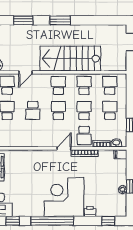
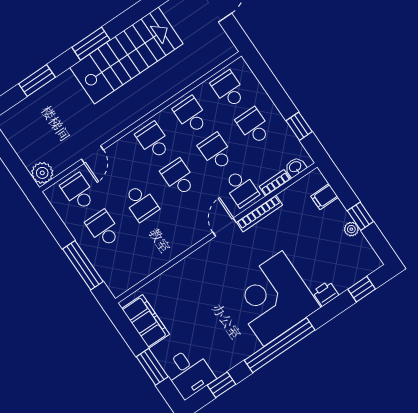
stairs: (70, 59) -> (126, 56), moved, turned 180
filing cabinet: (120, 154) -> (324, 197), moved

